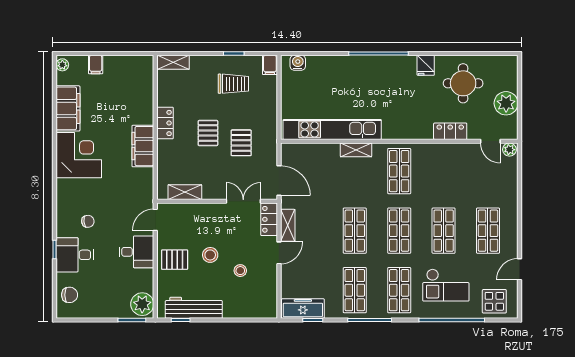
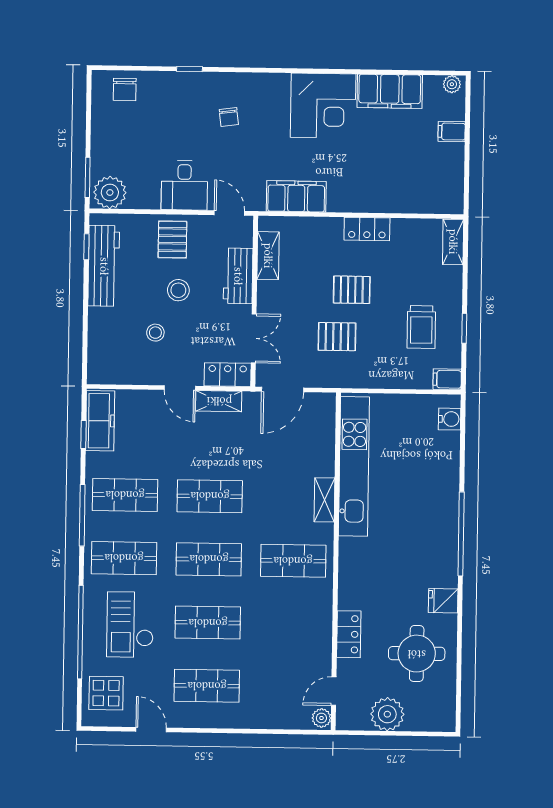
filing cabinet: (143, 146) -> (296, 196), moved
workbench: (199, 213) -> (238, 276), added
desk: (75, 255) -> (182, 98), removed

